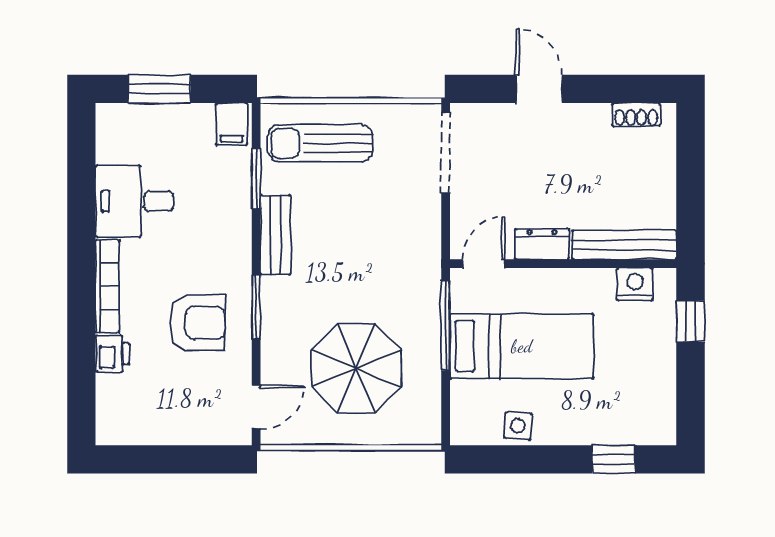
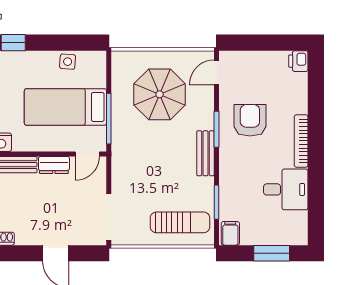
bench: (276, 235) -> (205, 153), moved
armchair: (197, 323) -> (250, 120), turned 90
printer: (112, 354) -> (298, 61), moved

